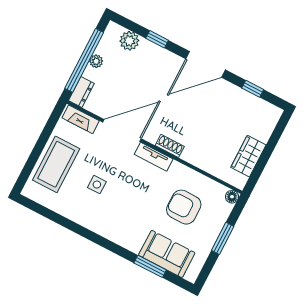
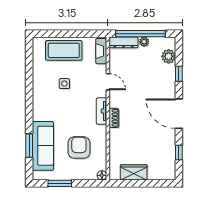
dresser: (81, 92) -> (123, 42), width x1.44
door: (122, 130) -> (108, 82), width x0.53
window: (223, 238) -> (60, 183), moved
sofa: (167, 254) -> (43, 146), width x1.36

